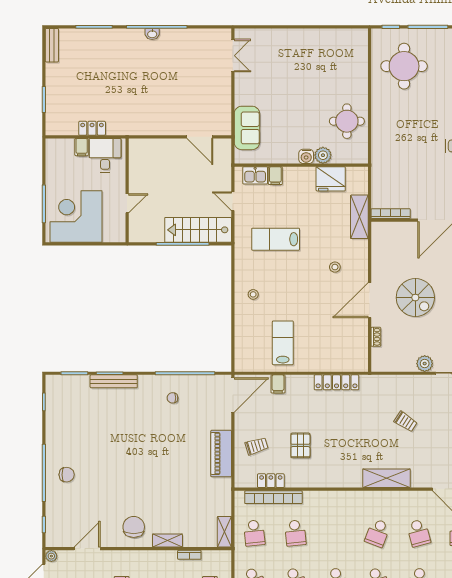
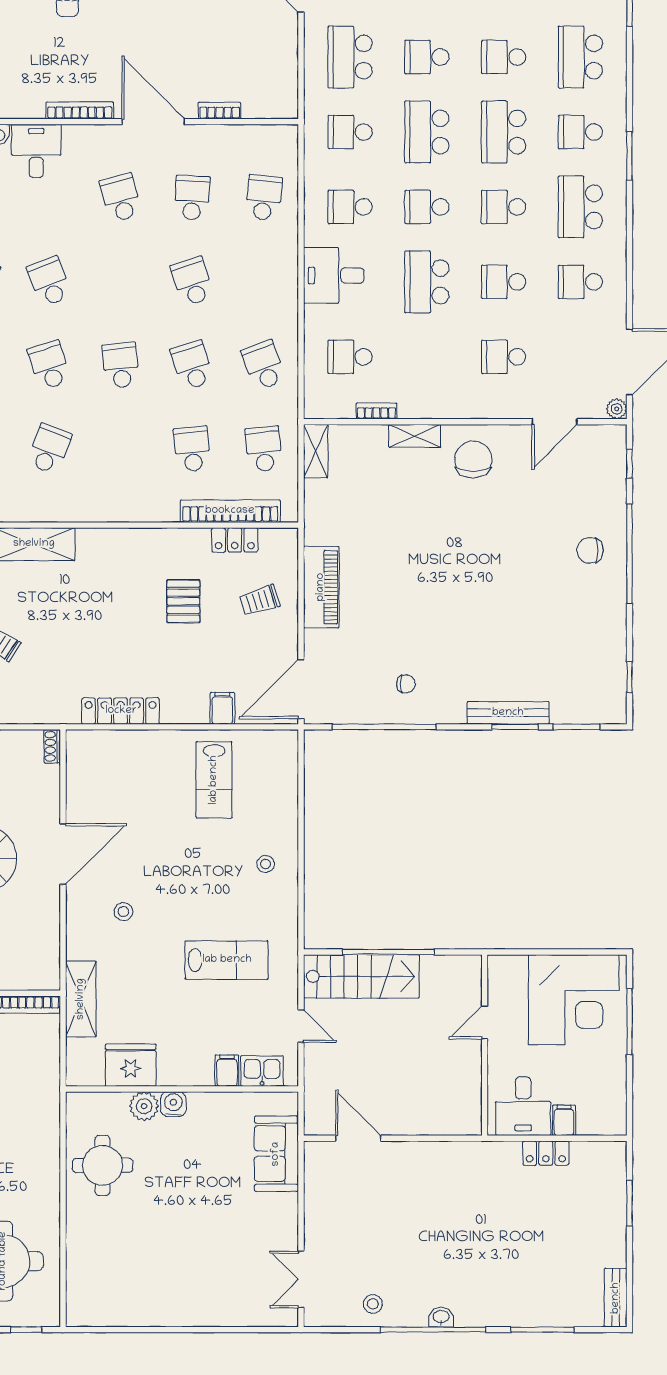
stool: (191, 41) -> (373, 1304), added
shoe rack: (376, 337) -> (52, 746), moved
chair: (134, 527) -> (473, 460), turned 180

